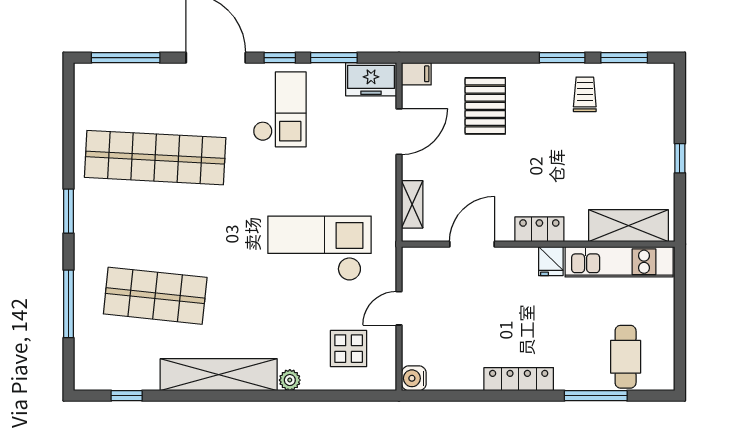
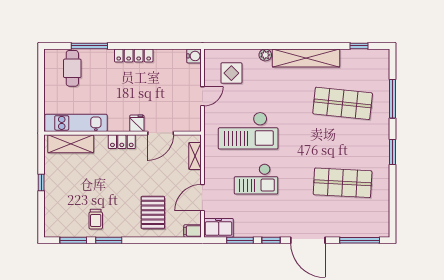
checkout: (280, 109) -> (256, 179), moved, turned -90
shop shelf: (155, 158) -> (343, 183), width x0.71
fridge: (551, 261) -> (137, 123), moved

